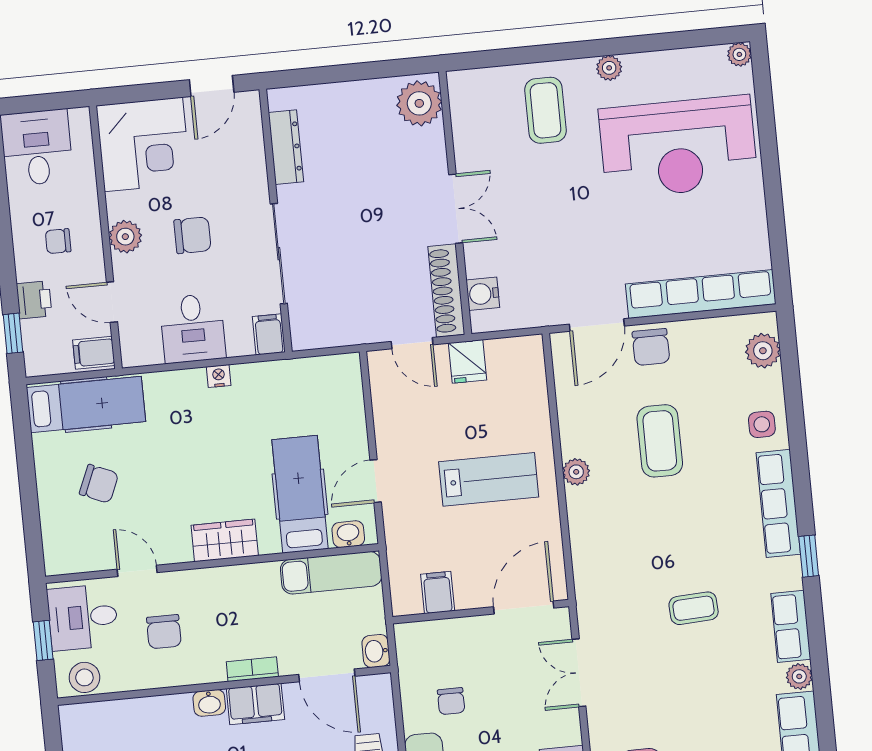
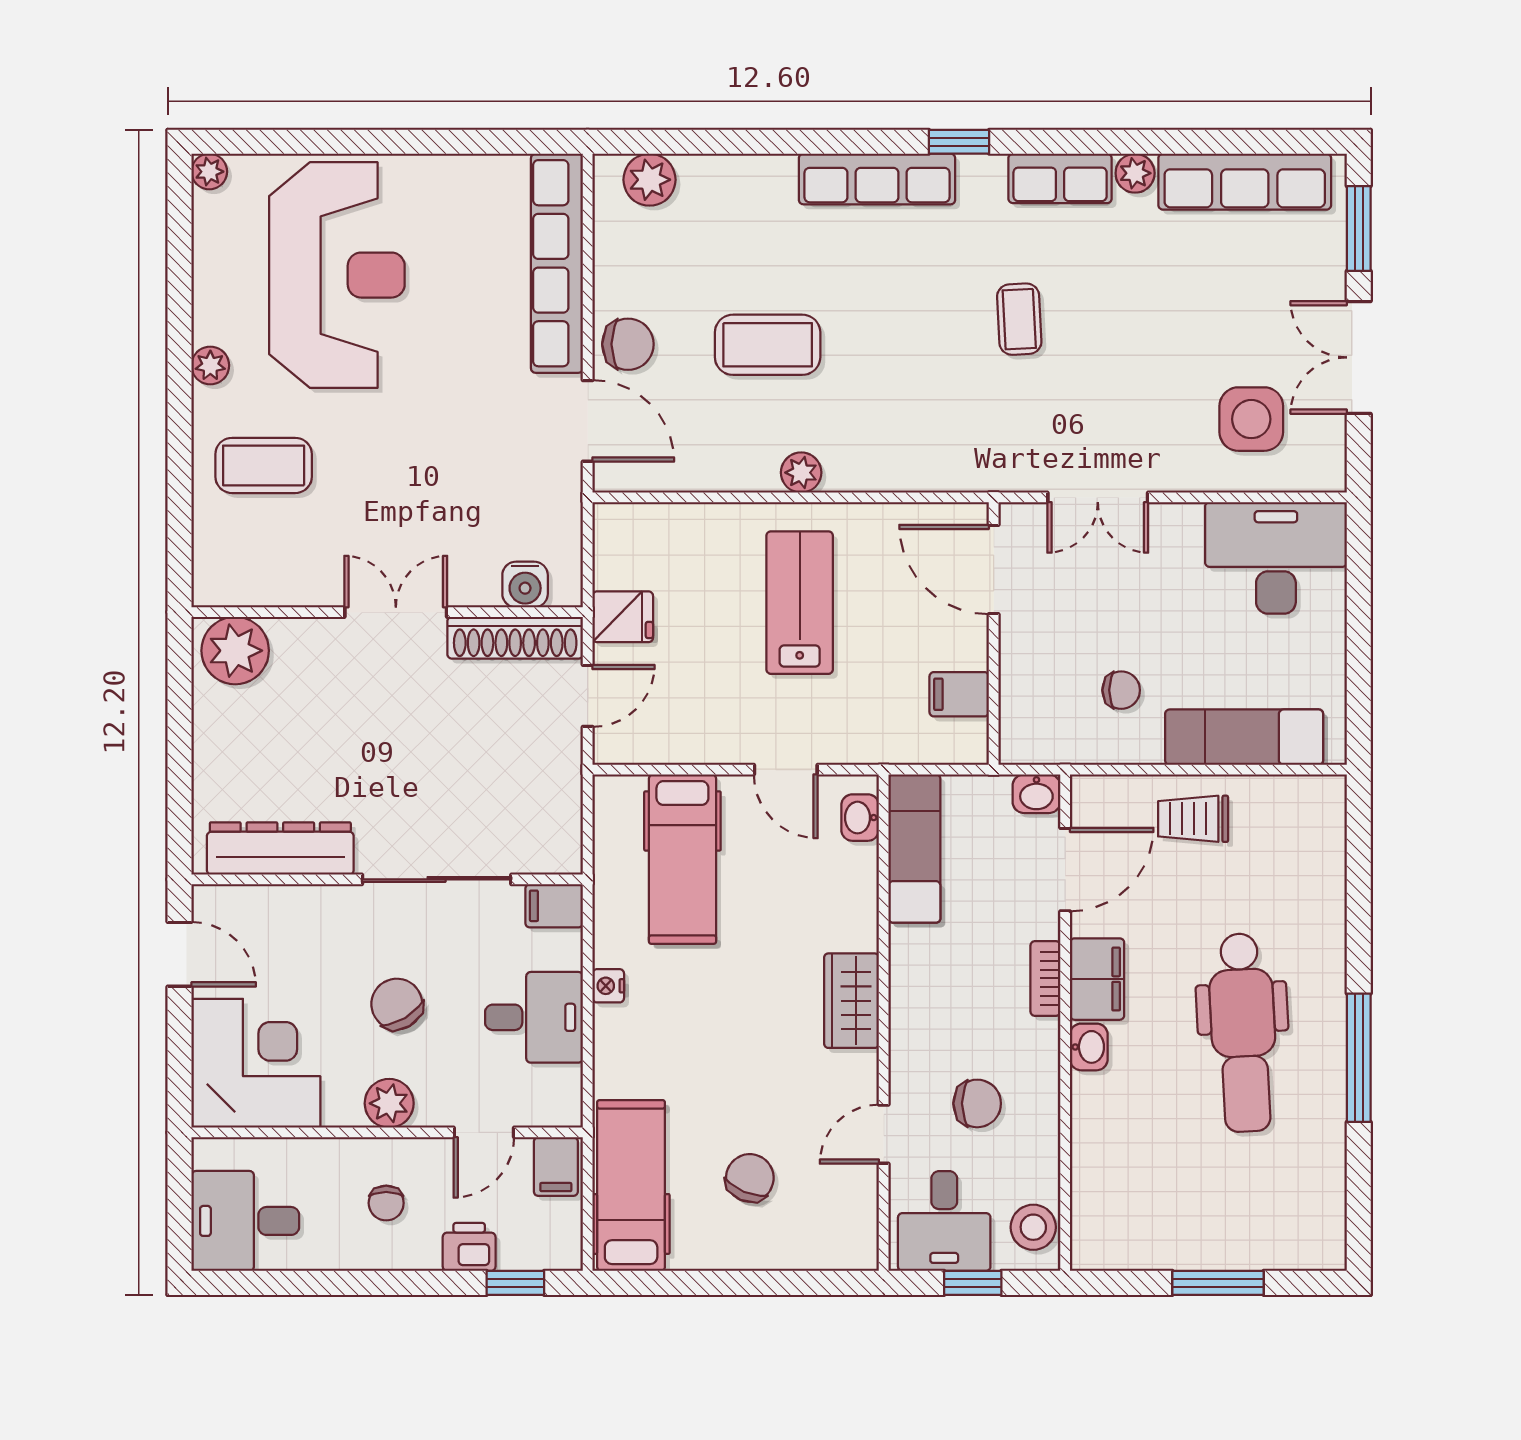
dresser: (286, 147) -> (280, 848), width x1.37, depth x1.24
chair: (192, 235) -> (397, 1004), turned -31
side table: (762, 424) -> (758, 192), removed
hospital bed: (300, 494) -> (682, 859), moved, turned -90

